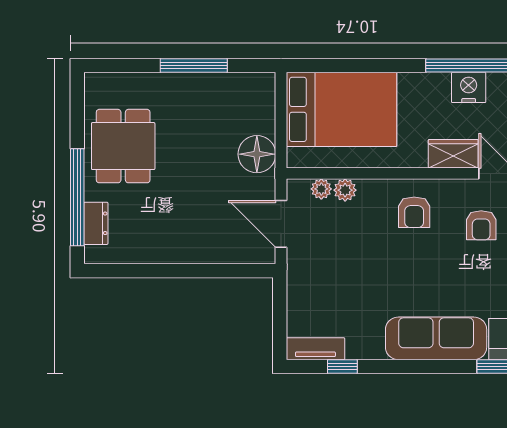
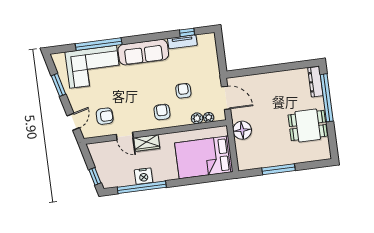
dining table: (123, 146) -> (308, 126), turned 90
dresser: (96, 223) -> (315, 82), width x1.44
armchair: (481, 225) -> (183, 91), moved
tv unit: (315, 349) -> (182, 42), moved

